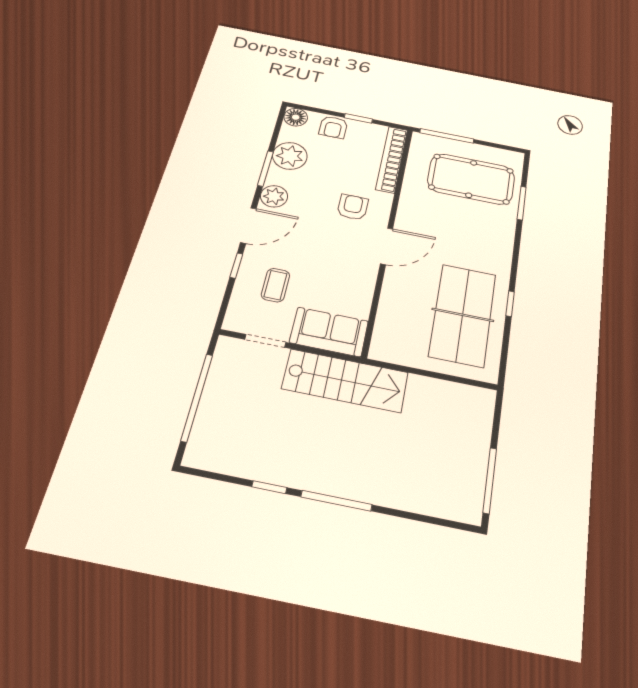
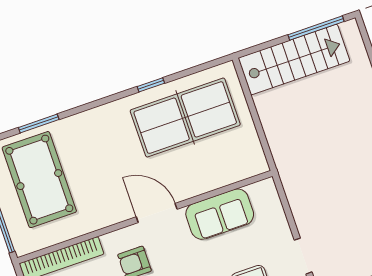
sofa: (329, 332) -> (220, 214), moved, turned -90
stairs: (345, 381) -> (294, 60), moved, turned 90

